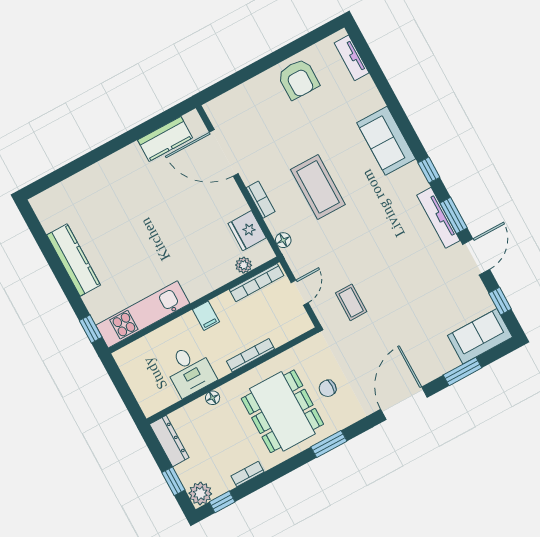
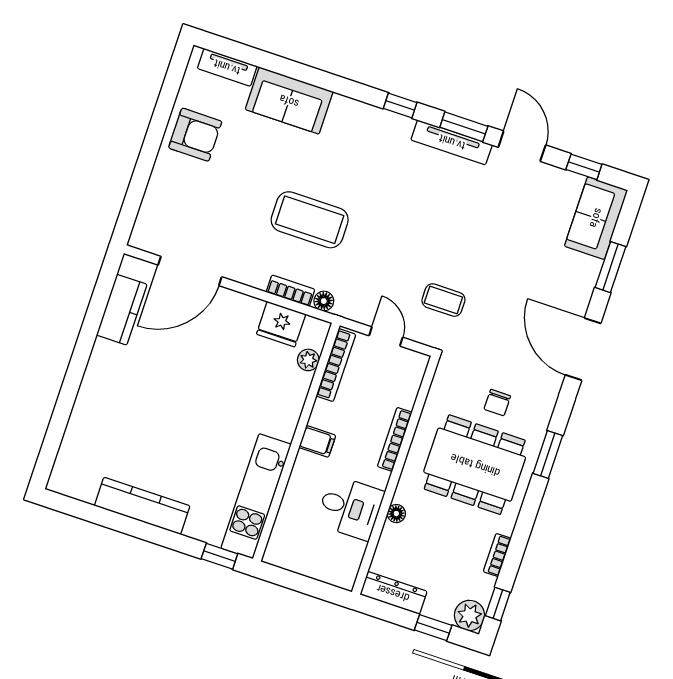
sofa: (386, 141) -> (289, 101), moved
bookcase: (261, 200) -> (291, 291), moved

